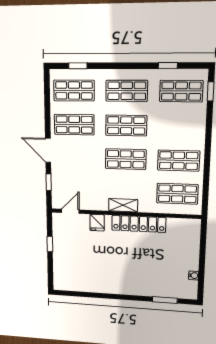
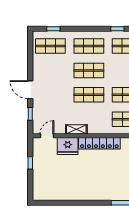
shop shelf: (74, 125) -> (50, 70), removed
shelving: (123, 205) -> (76, 129), moved
fridge: (97, 223) -> (68, 146), width x1.88, depth x1.34

